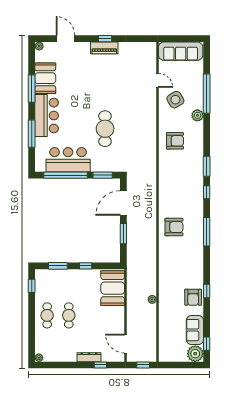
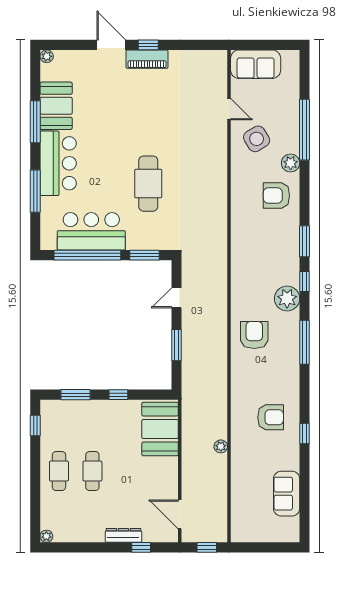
door: (66, 39) -> (111, 45), moved
sofa: (181, 51) -> (256, 64), width x0.73
armchair: (175, 141) -> (276, 195), moved, turned 180
door: (123, 203) -> (176, 298), width x0.53
armchair: (174, 227) -> (254, 335), turned -90
armchair: (193, 297) -> (271, 417), moved, turned -90
window: (207, 344) -> (305, 515), removed
plant: (195, 354) -> (287, 299), moved

